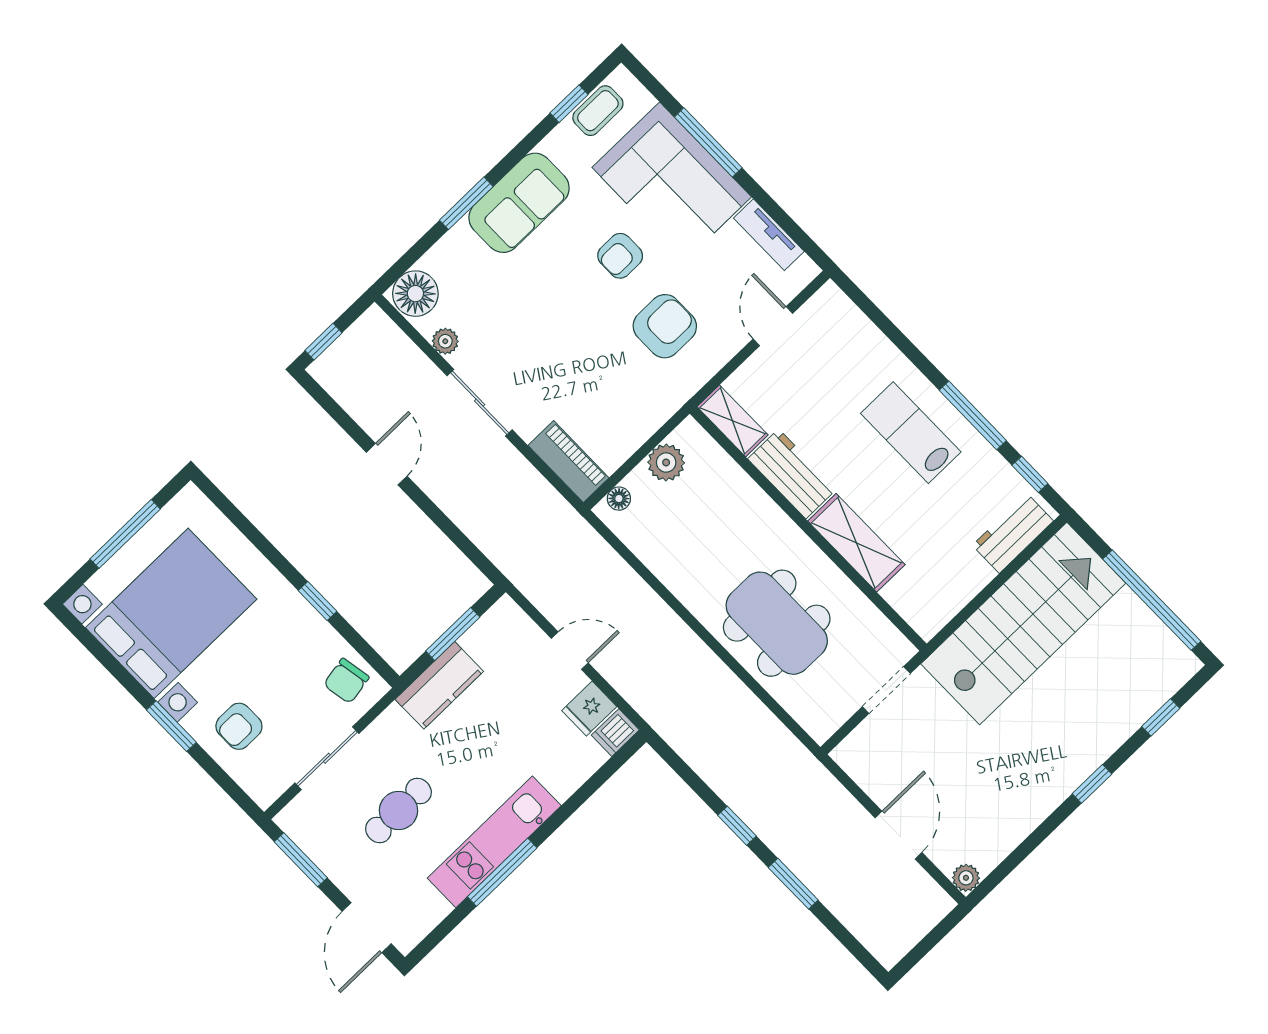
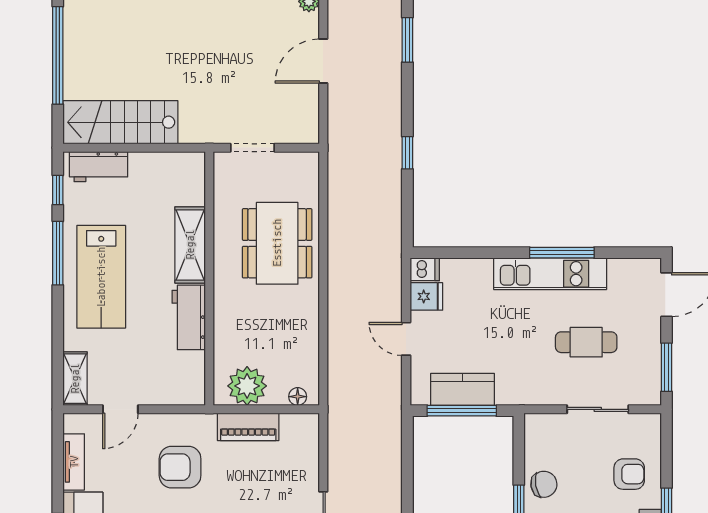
shelving: (732, 421) -> (75, 379), moved
lab bench: (911, 433) -> (101, 277), width x1.36, depth x1.39
piano: (568, 462) -> (248, 427), moved, turned -90
plant: (666, 462) -> (247, 386), width x1.36, depth x1.36
stairs: (1023, 623) -> (120, 122), width x0.73, depth x0.66
window: (453, 634) -> (462, 411), width x1.44
chair: (346, 681) -> (544, 484), moved
kitchen counter: (439, 685) -> (463, 389), moved
window: (793, 884) -> (407, 40), moved

